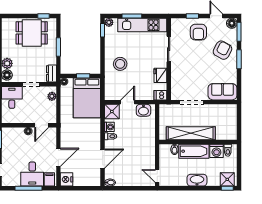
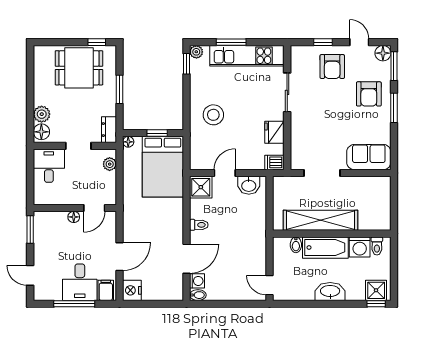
armchair: (222, 50) -> (369, 94), turned 152
washing machine: (109, 127) -> (197, 281), moved

